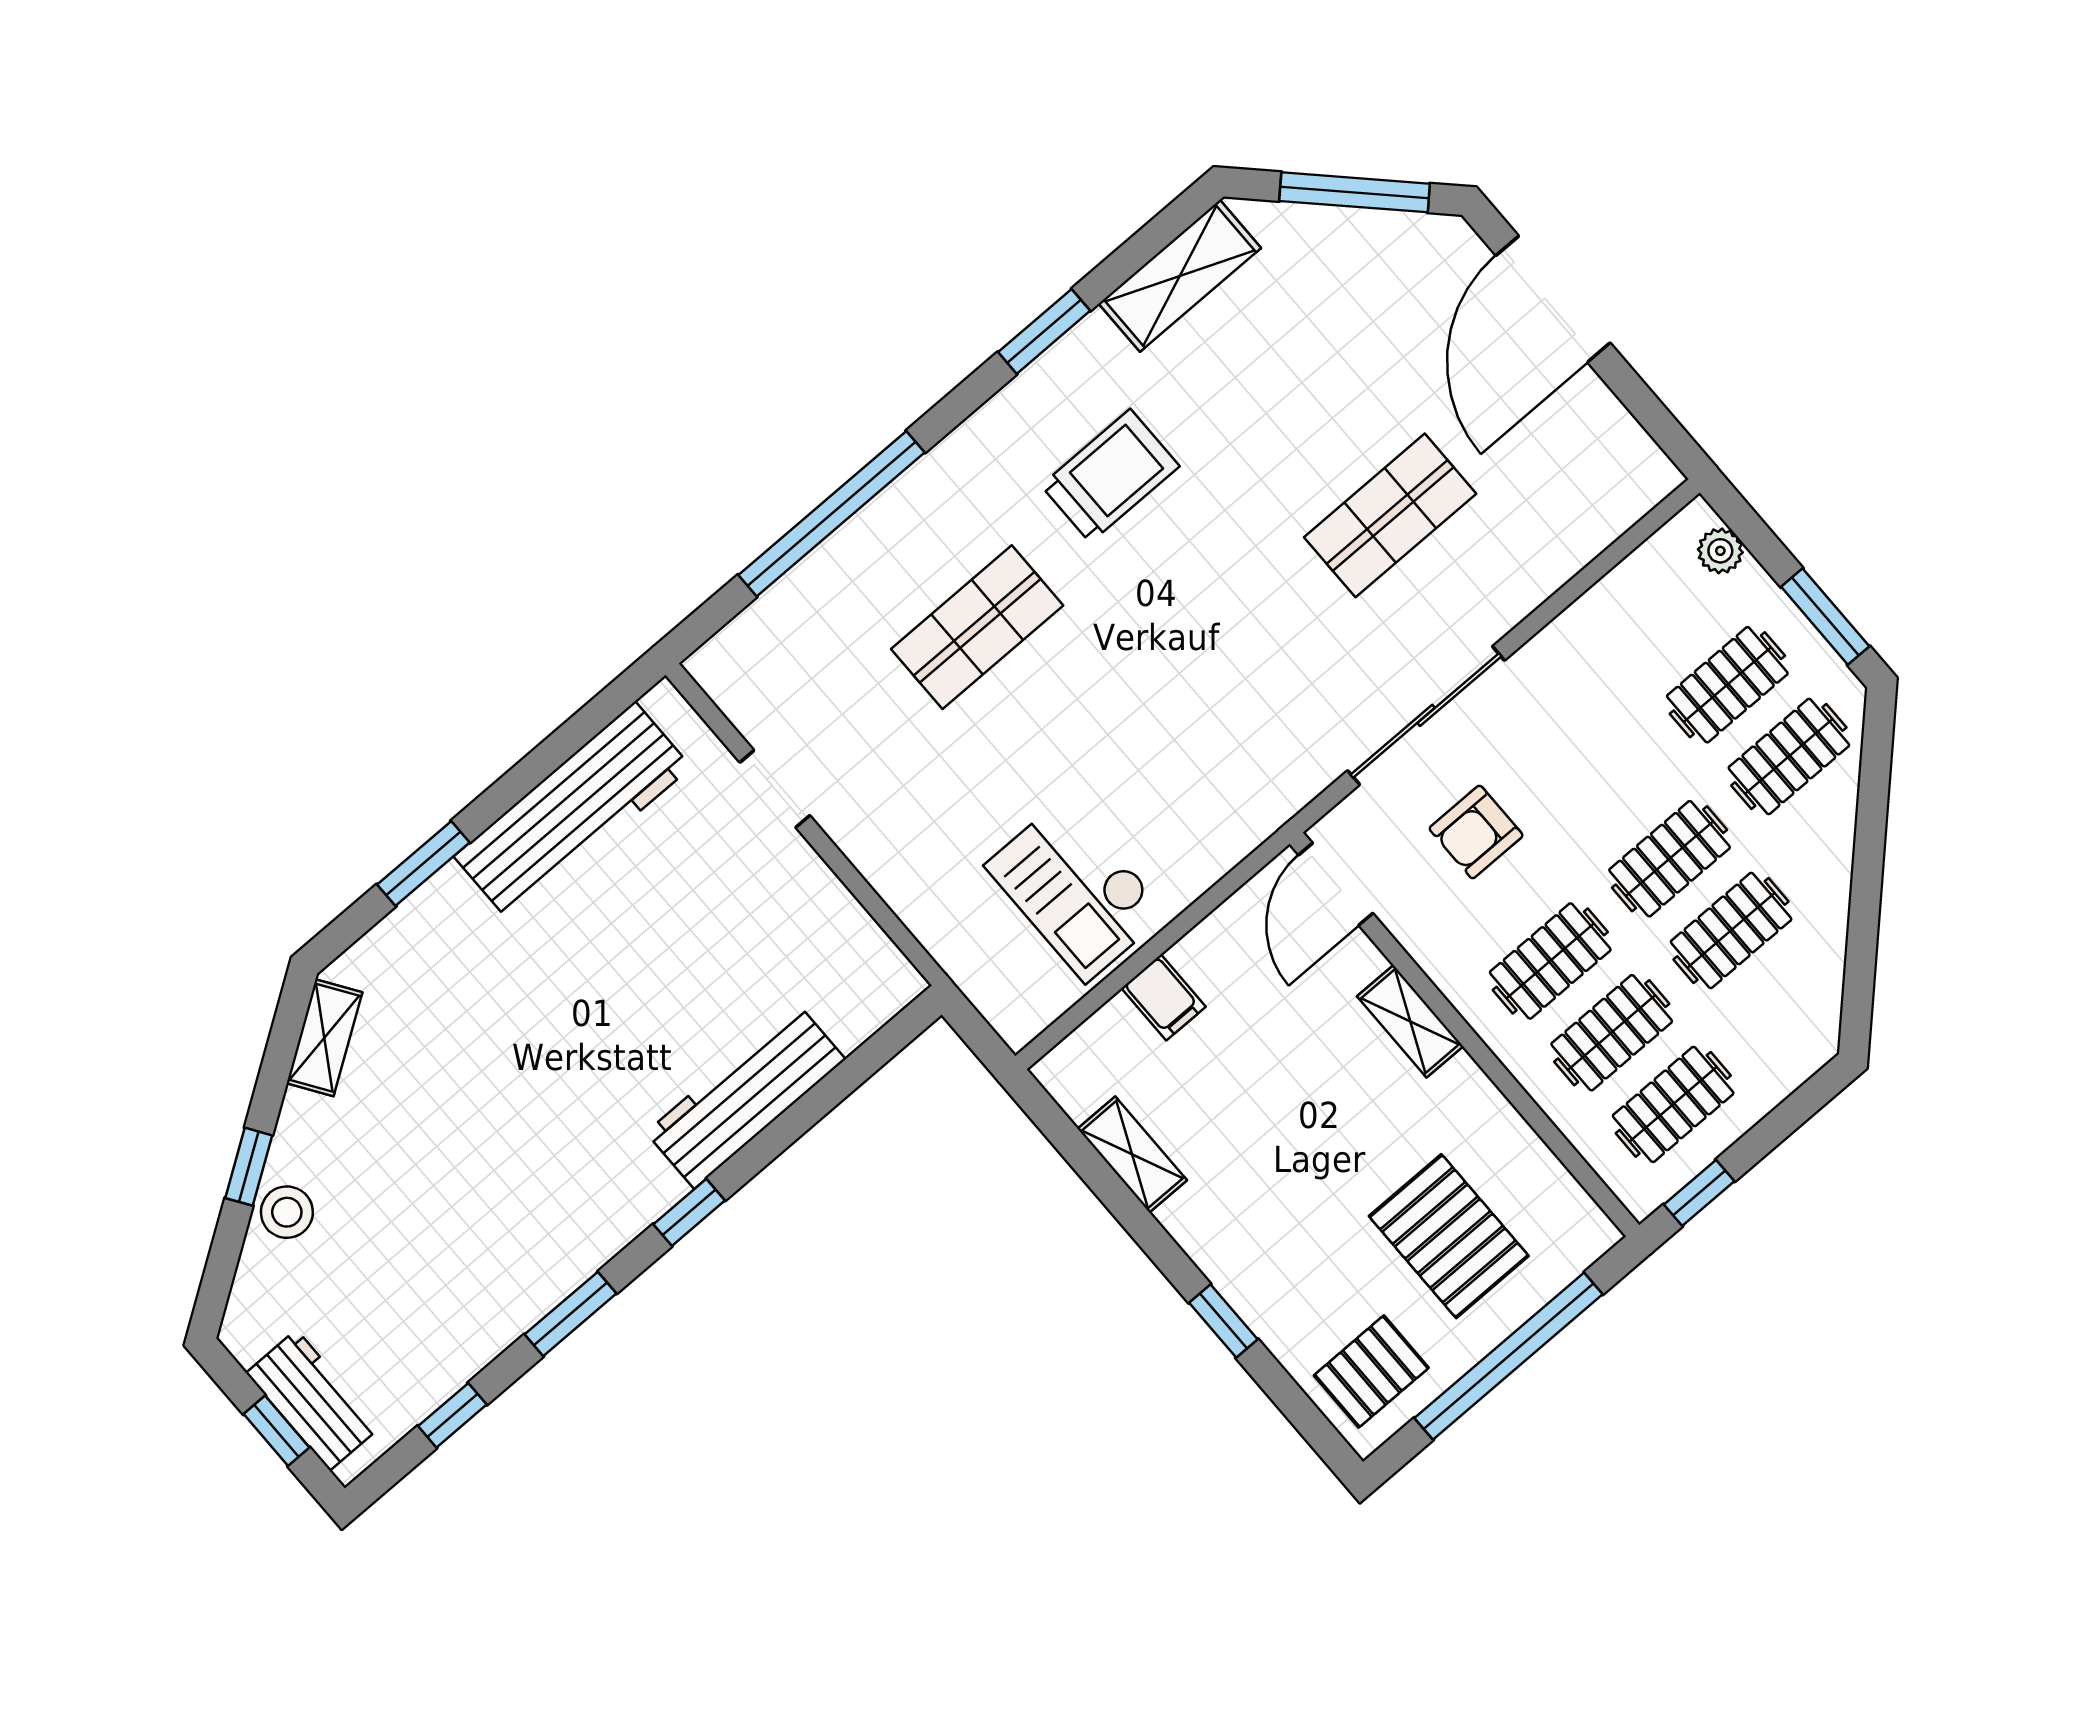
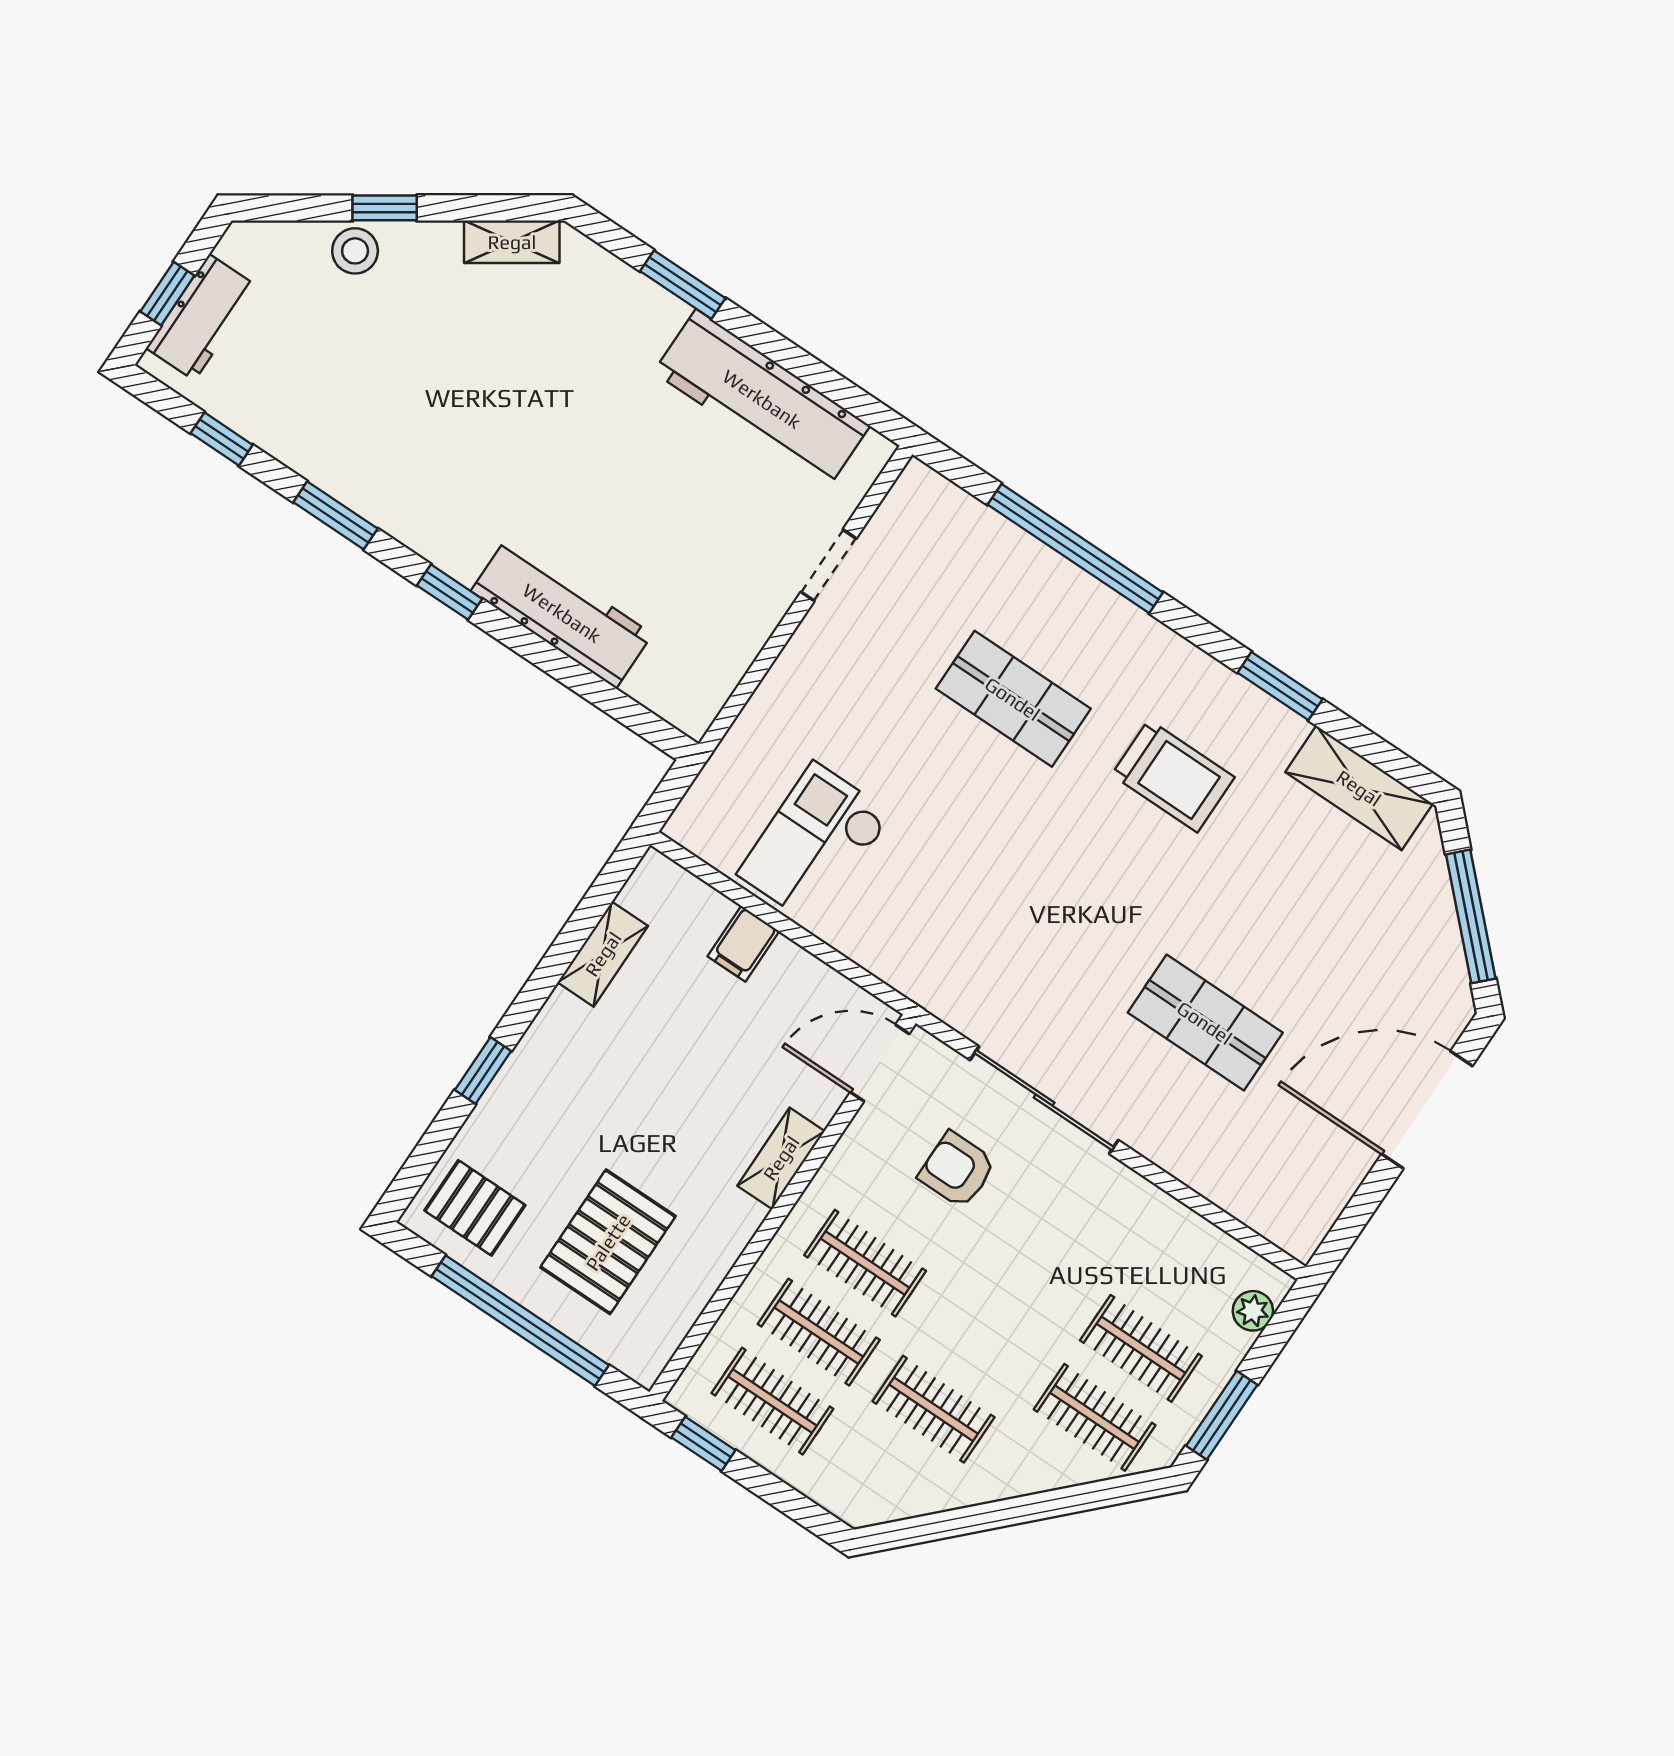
clothes rail: (1670, 859) -> (980, 1340), removed

